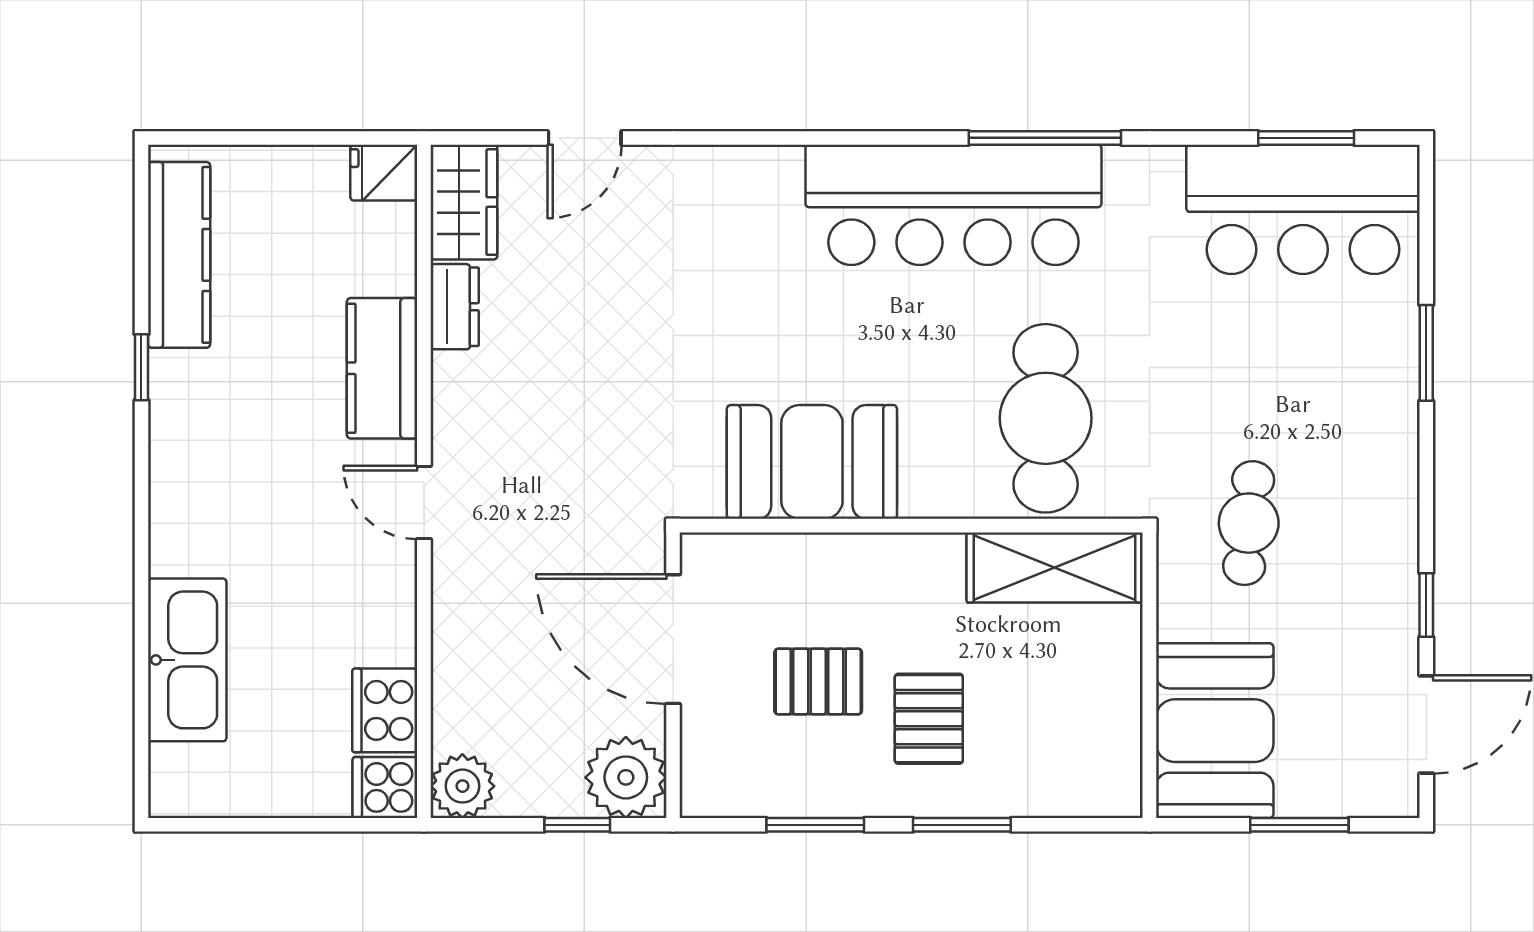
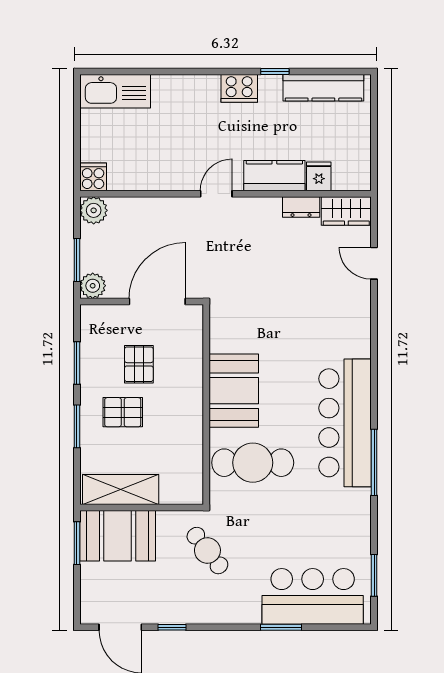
fridge: (384, 173) -> (319, 176), moved
bar counter: (1303, 209) -> (313, 596), moved, turned 90
booth: (812, 462) -> (234, 391), moved
cafe table: (1249, 523) -> (207, 551), turned 46
shelving: (1055, 567) -> (121, 489), moved, turned 90
kitchen sink: (187, 660) -> (115, 91), moved
cooker: (385, 710) -> (239, 88), moved, turned 180
plant: (626, 777) -> (93, 286), width x0.73, depth x0.73
window: (577, 825) -> (77, 260), width x1.50
window: (1299, 825) -> (77, 543), moved

